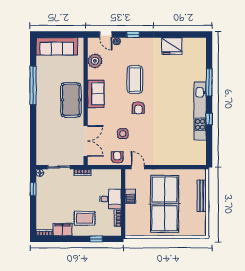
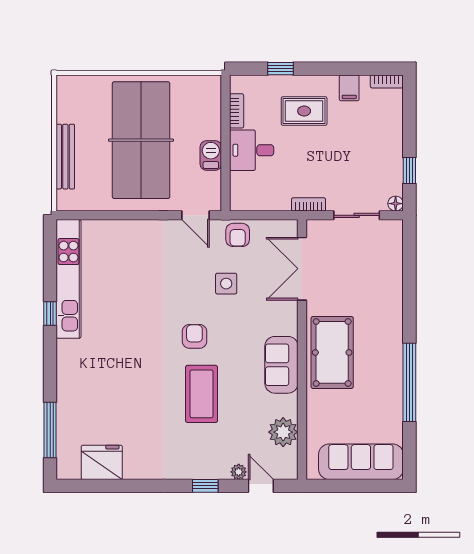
fridge: (172, 46) -> (102, 462), moved
window: (209, 82) -> (50, 430), moved
kitchen unit: (200, 111) -> (68, 279), moved
filing cabinet: (63, 229) -> (349, 88), width x0.50

